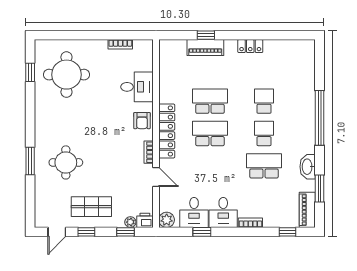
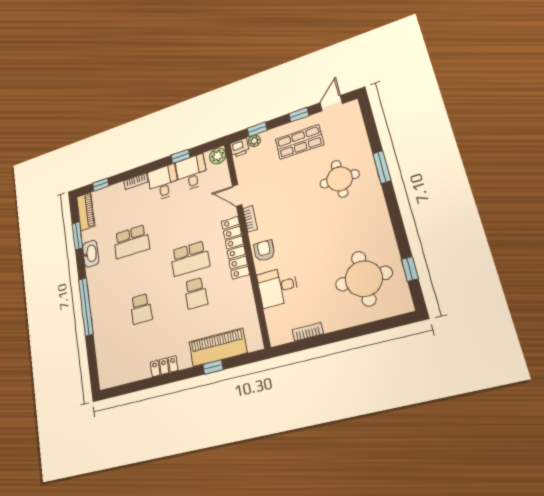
piano: (205, 48) -> (218, 347), width x1.37, depth x1.33
school desk: (210, 101) -> (196, 293), width x0.54
school desk: (264, 133) -> (136, 275), removed

